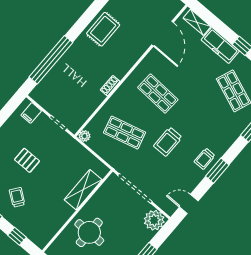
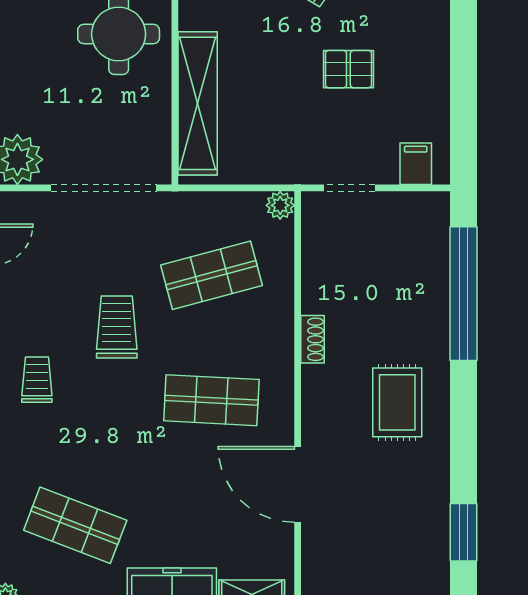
rug: (103, 29) -> (397, 402), moved
door: (163, 34) -> (298, 484), moved
trolley: (205, 159) -> (37, 380), moved
shelving: (83, 190) -> (198, 103), width x1.47

